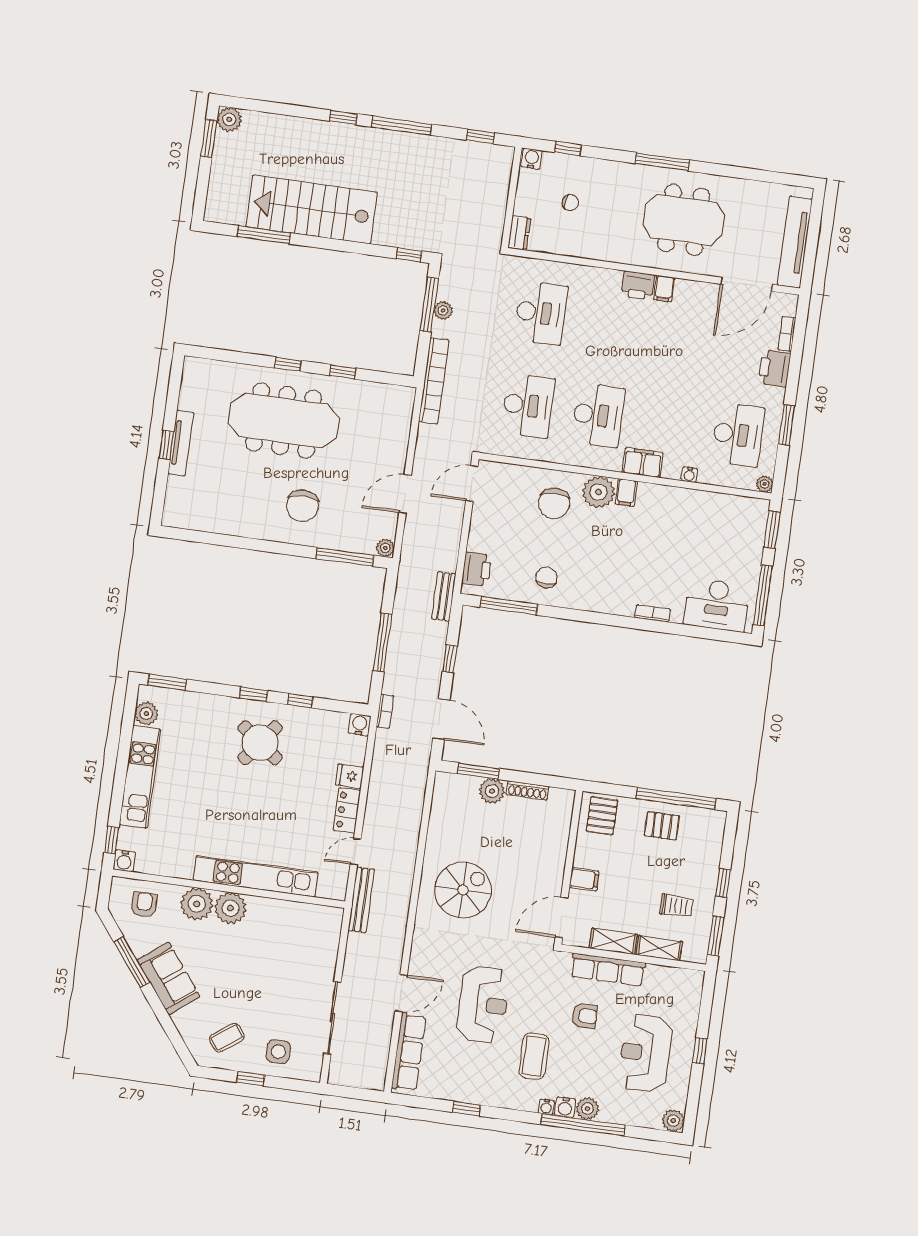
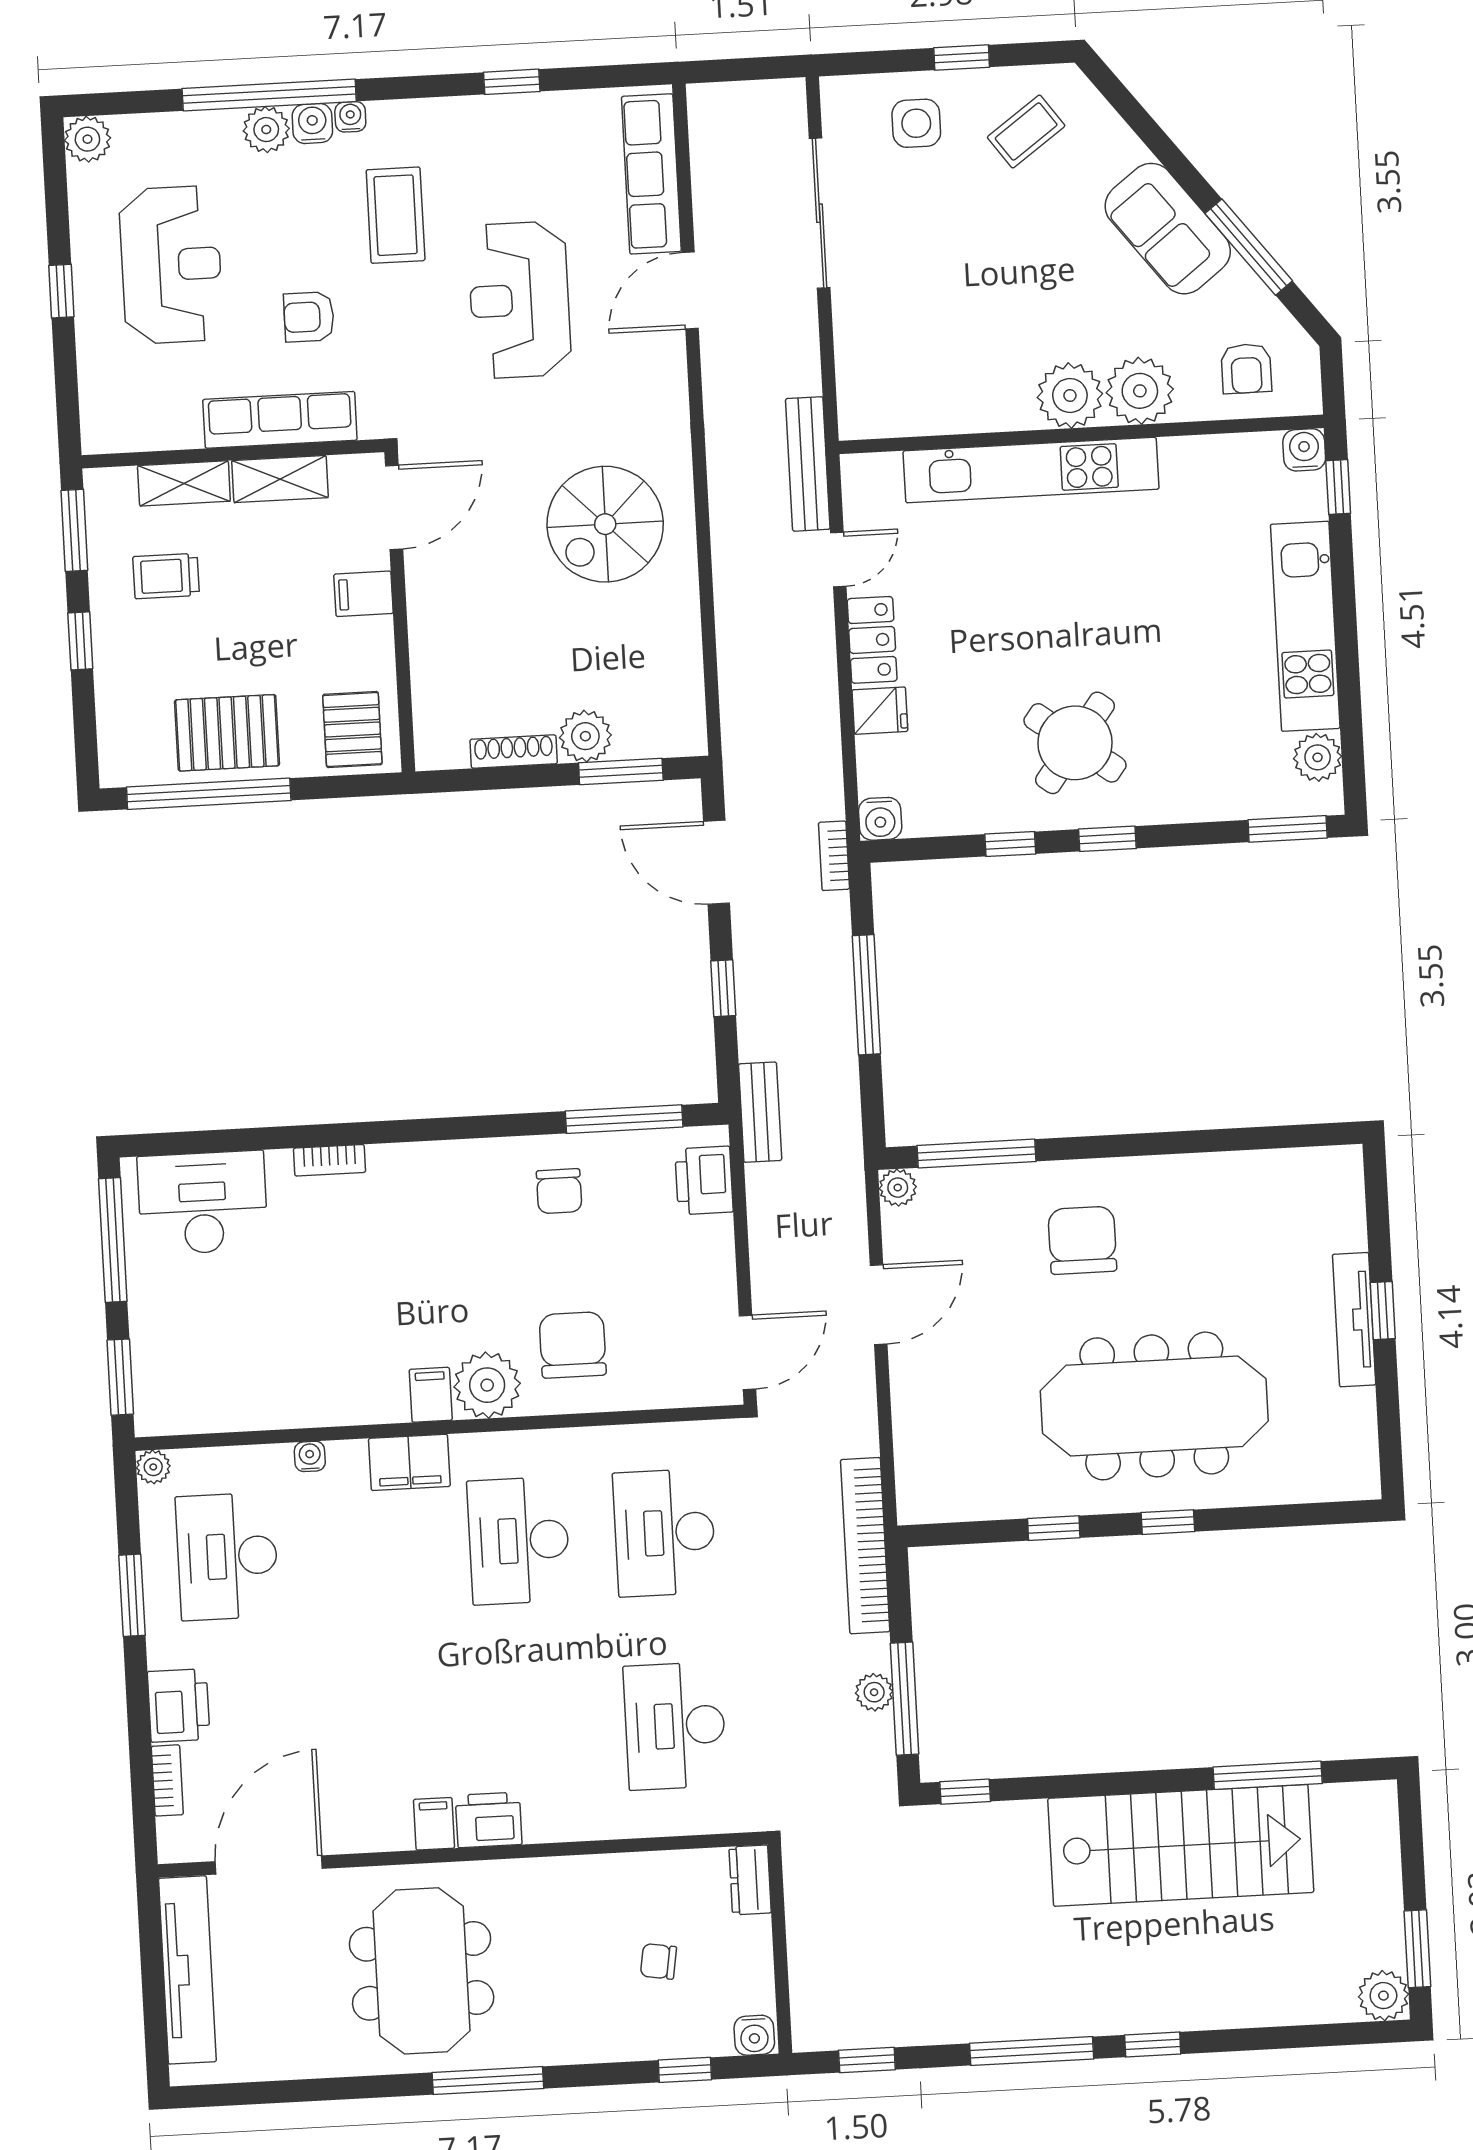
meeting table: (684, 220) -> (422, 1971), turned 90
pallet: (662, 826) -> (227, 733), width x1.50, depth x1.42

